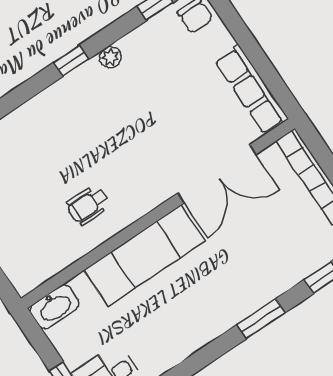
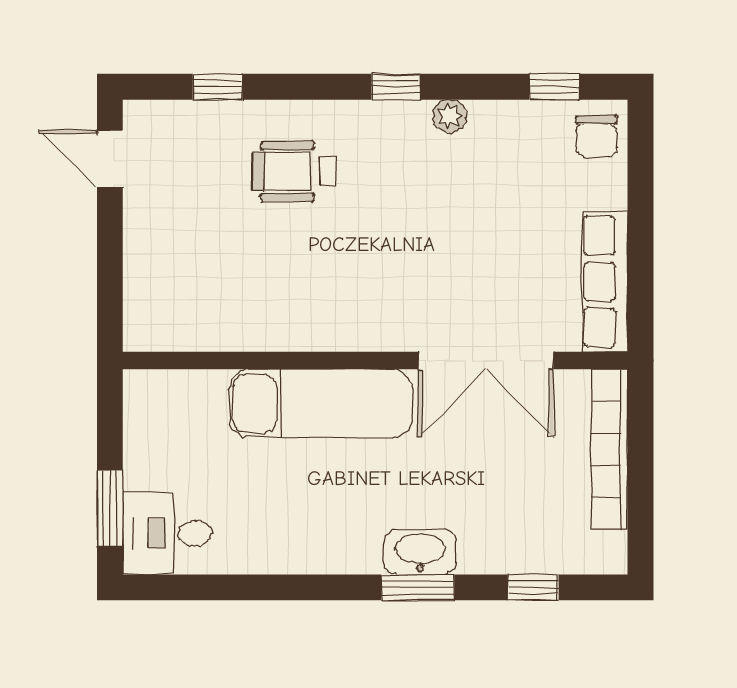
wheelchair: (88, 205) -> (294, 171), moved, width x1.36, depth x1.37
washbasin: (55, 307) -> (420, 552), moved, turned 180

